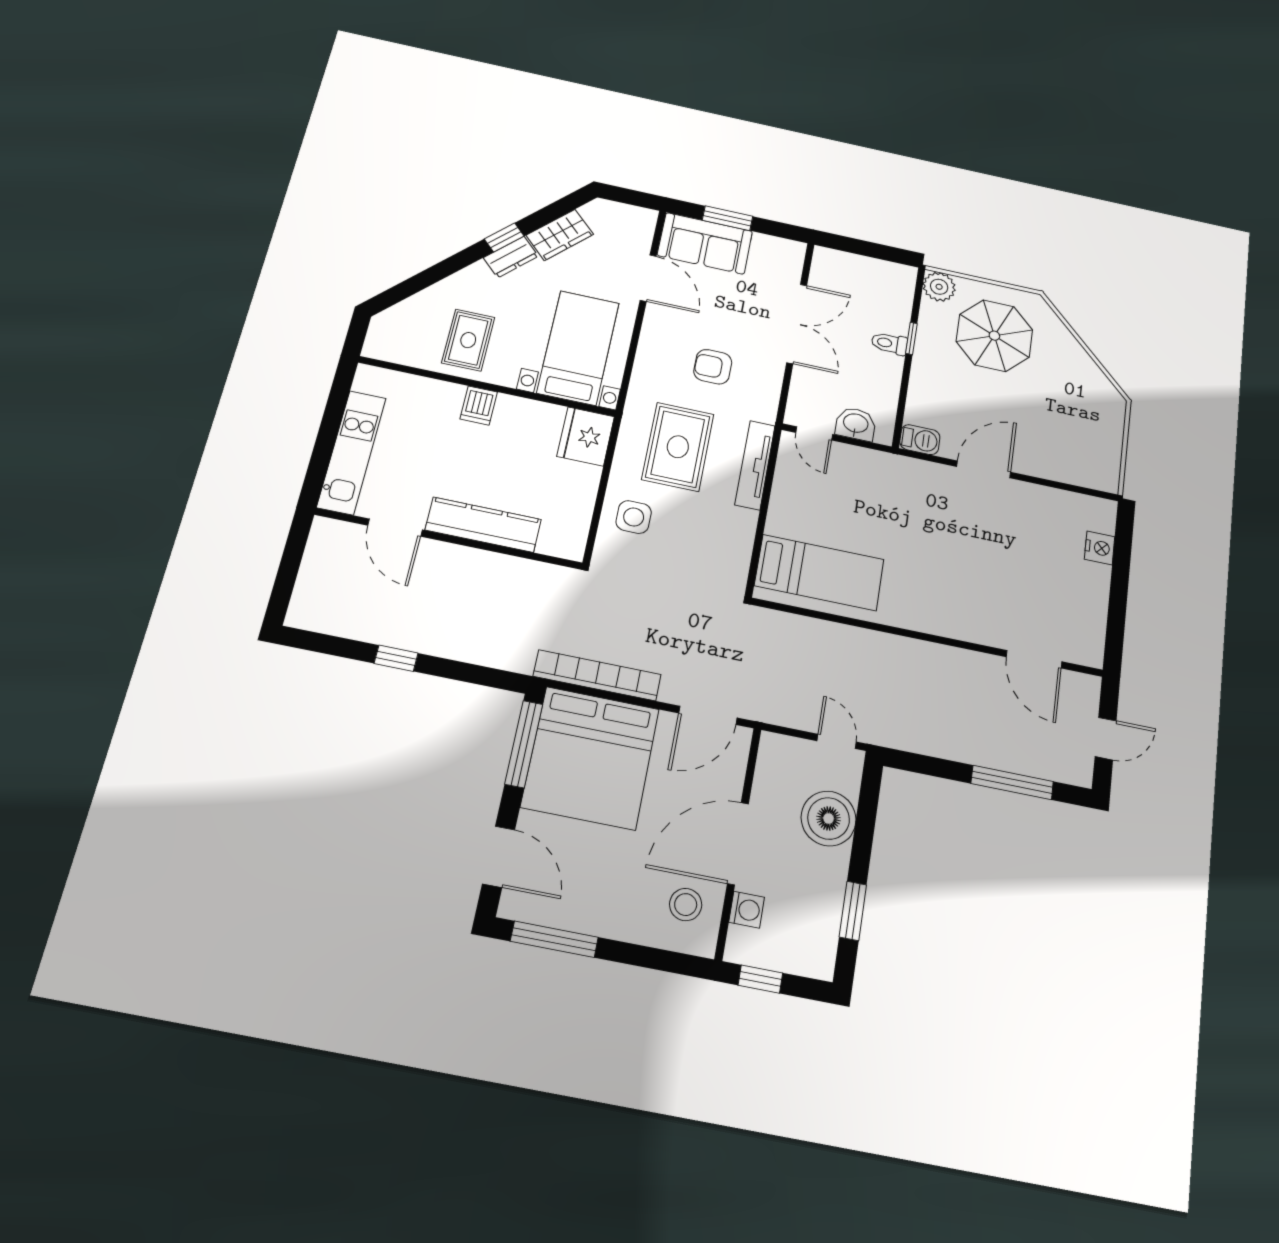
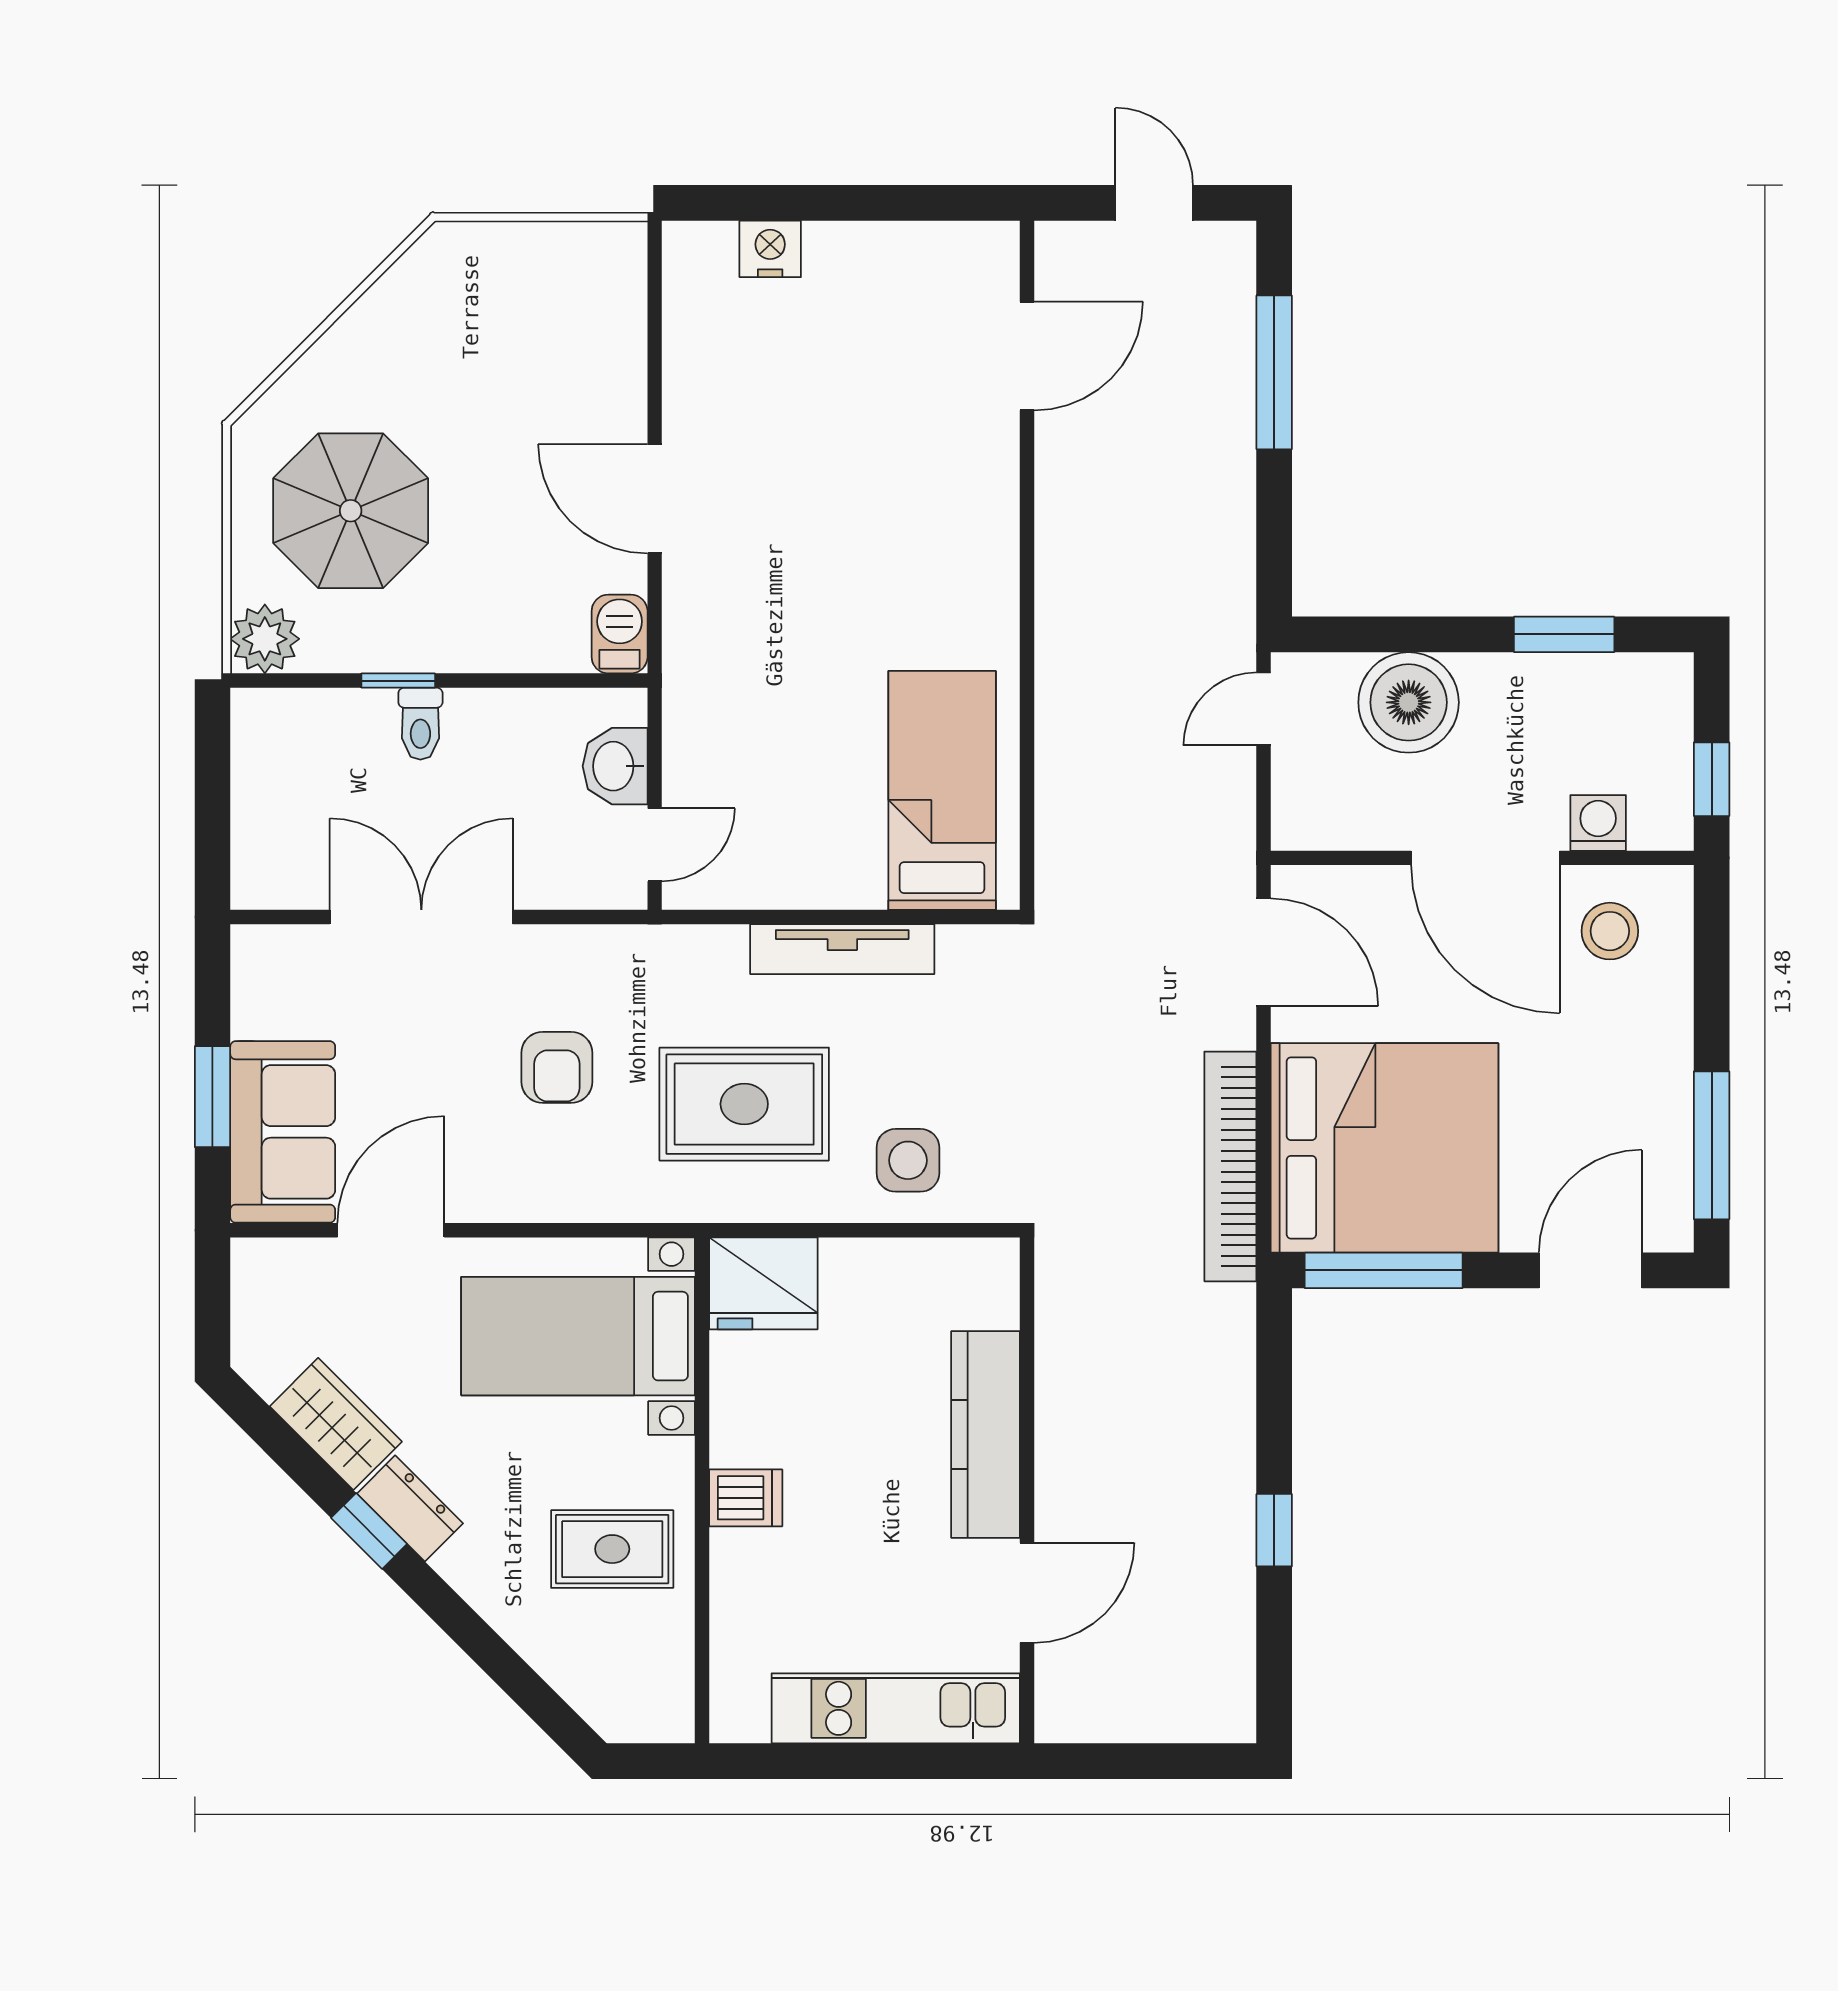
tv unit: (755, 465) -> (842, 949), moved

